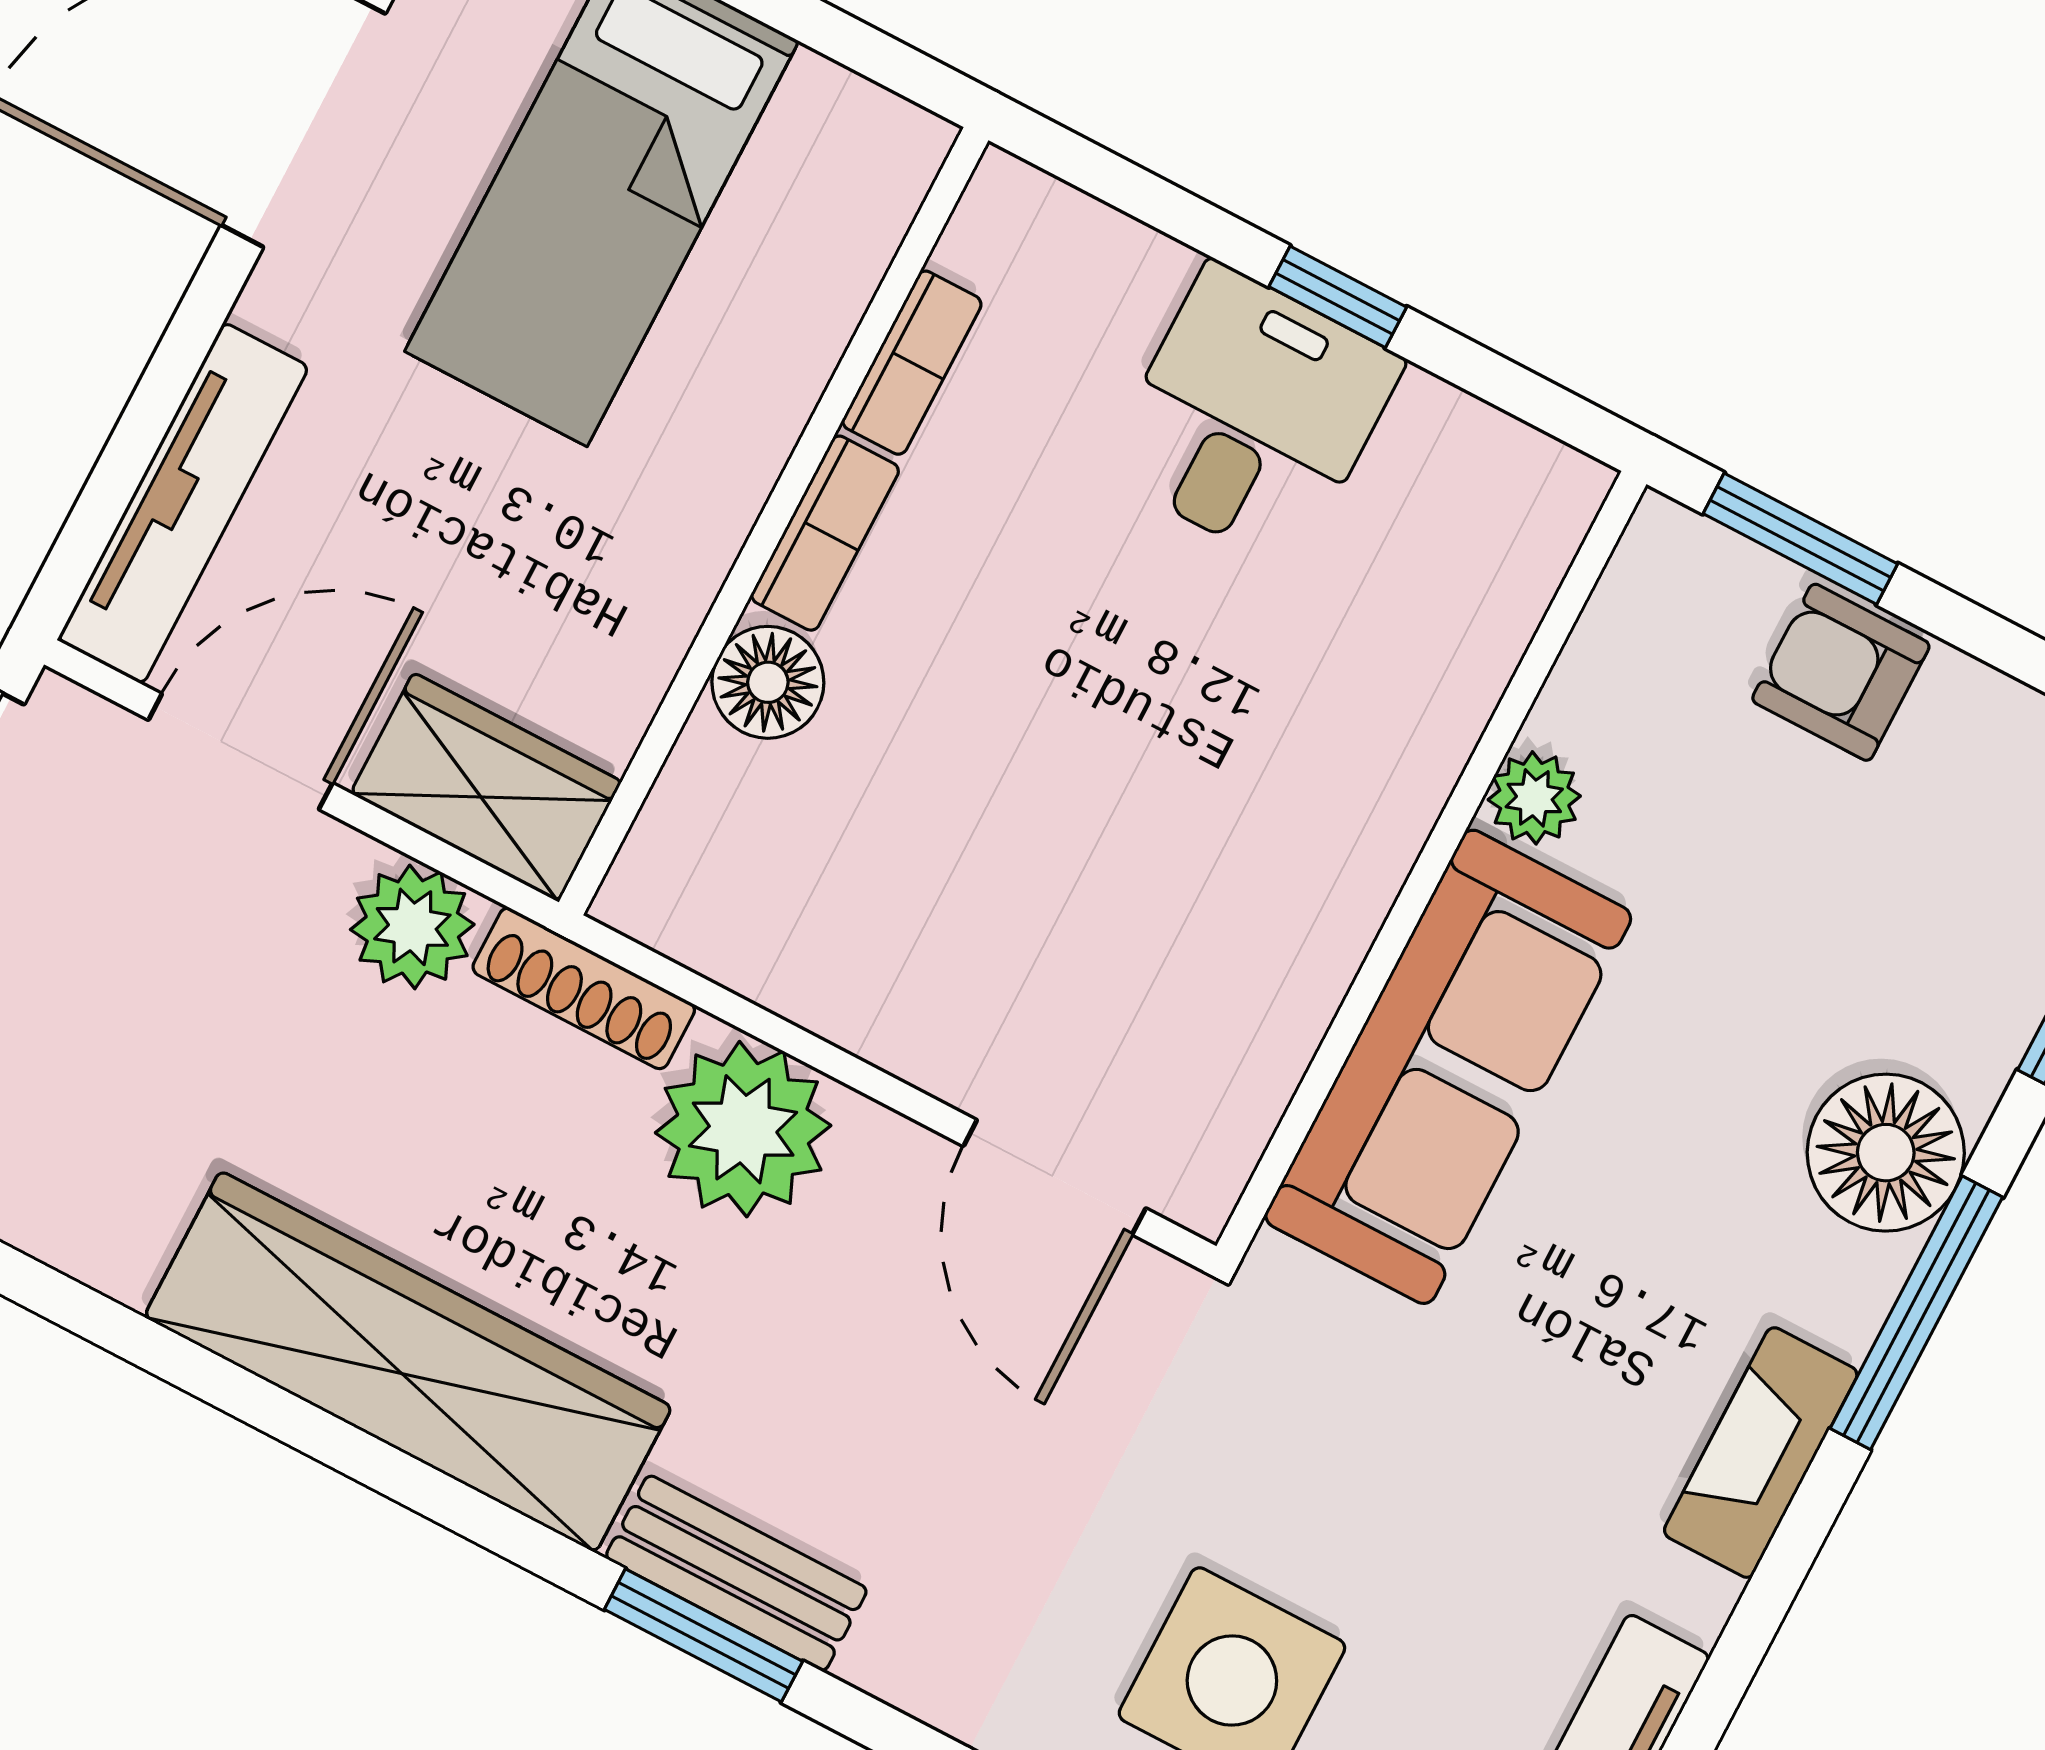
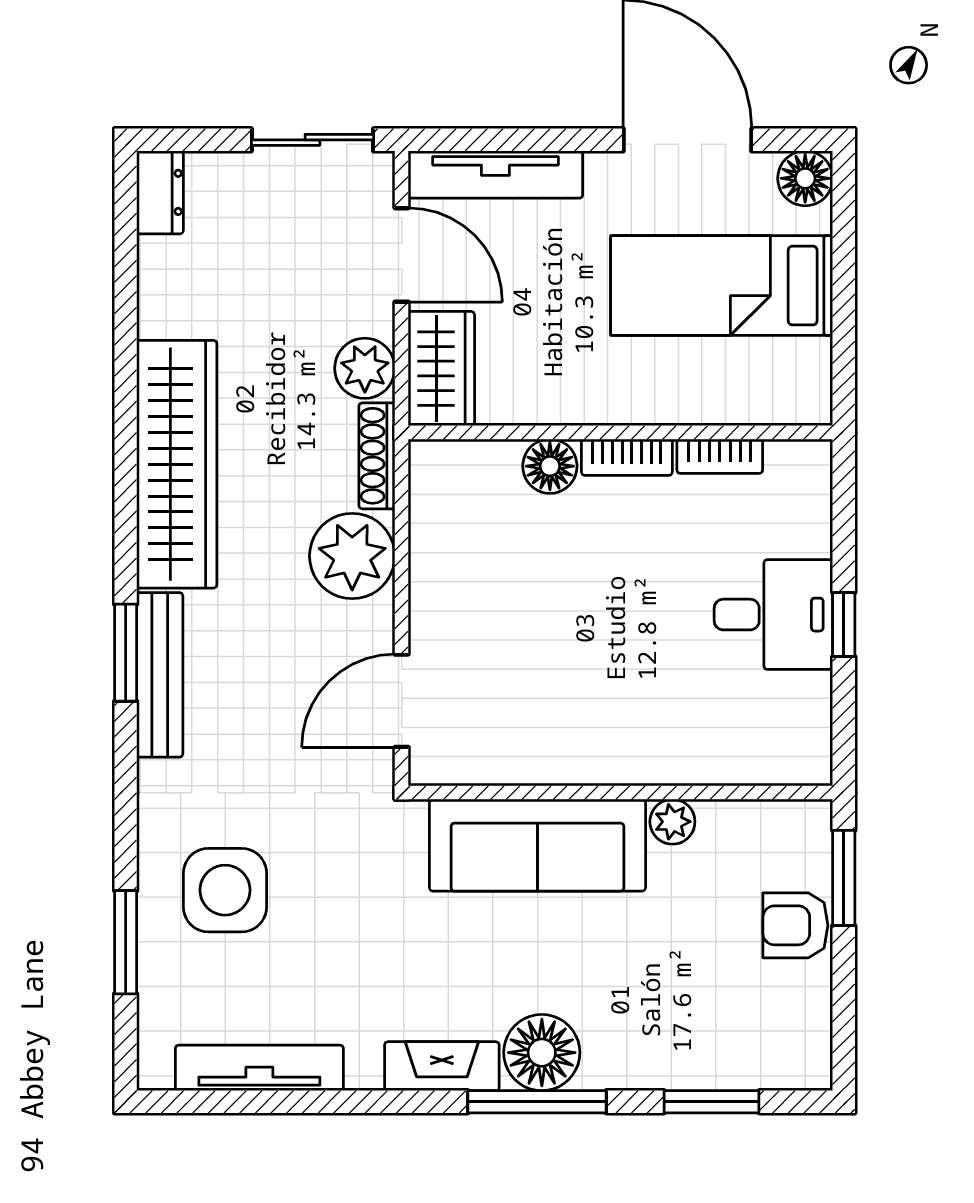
armchair: (1841, 672) -> (795, 925), turned -90
floor lamp: (1886, 1153) -> (542, 1053), moved
bench: (736, 1573) -> (160, 675), width x1.36

